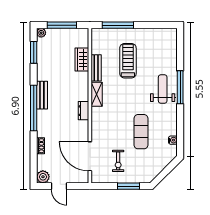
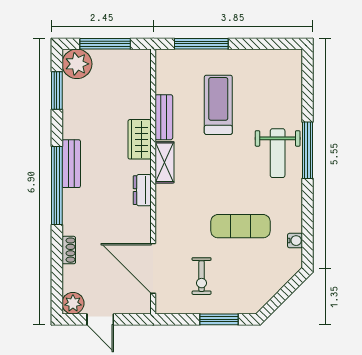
plant: (41, 33) -> (77, 64), width x1.87, depth x1.87
wardrobe: (82, 60) -> (140, 139), moved
weight bench: (163, 89) -> (278, 153), turned 180
exercise mat: (141, 132) -> (241, 226), turned 90

